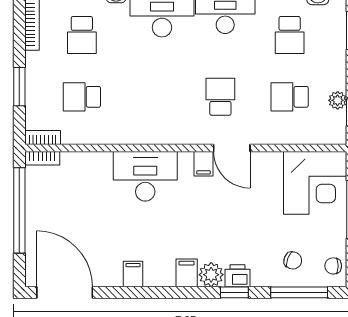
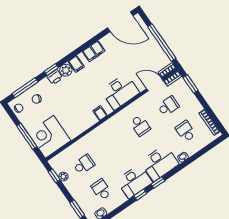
window: (19, 87) -> (190, 84), moved
school desk: (220, 97) -> (140, 126), moved
door: (232, 148) -> (155, 85), moved
filing cabinet: (133, 274) -> (94, 51), width x2.00

